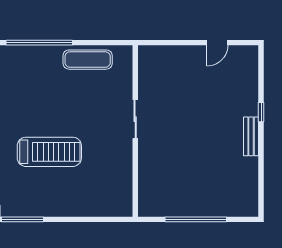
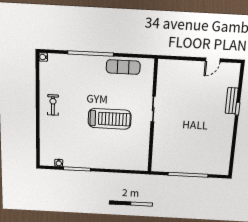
bench: (251, 136) -> (232, 101), moved
treadmill: (49, 152) -> (110, 119), moved

